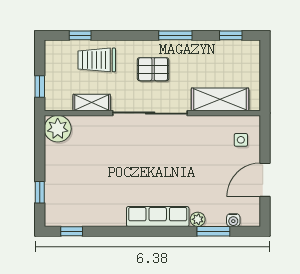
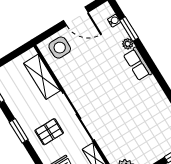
pallet: (153, 69) -> (49, 132), turned 90
side table: (241, 140) -> (60, 48), width x1.87, depth x1.87
row of seats: (158, 217) -> (138, 64), width x0.68

